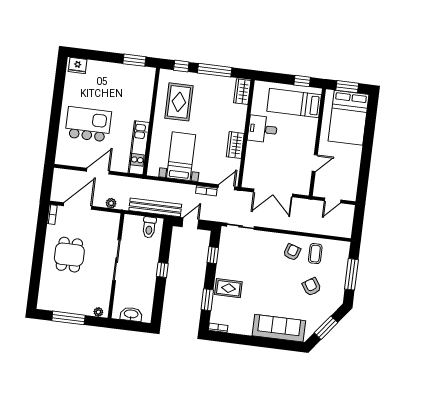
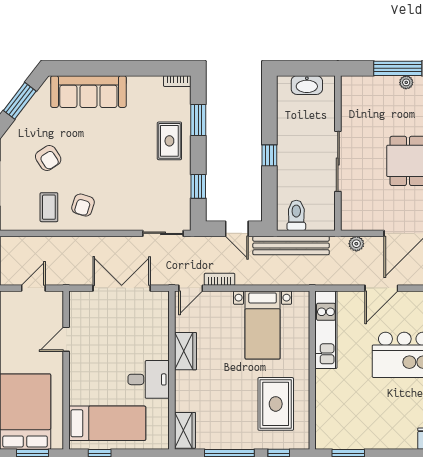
door: (190, 223) -> (237, 229), hinge flipped
rug: (228, 288) -> (169, 141), turned 90
plant: (98, 312) -> (406, 82), moved

